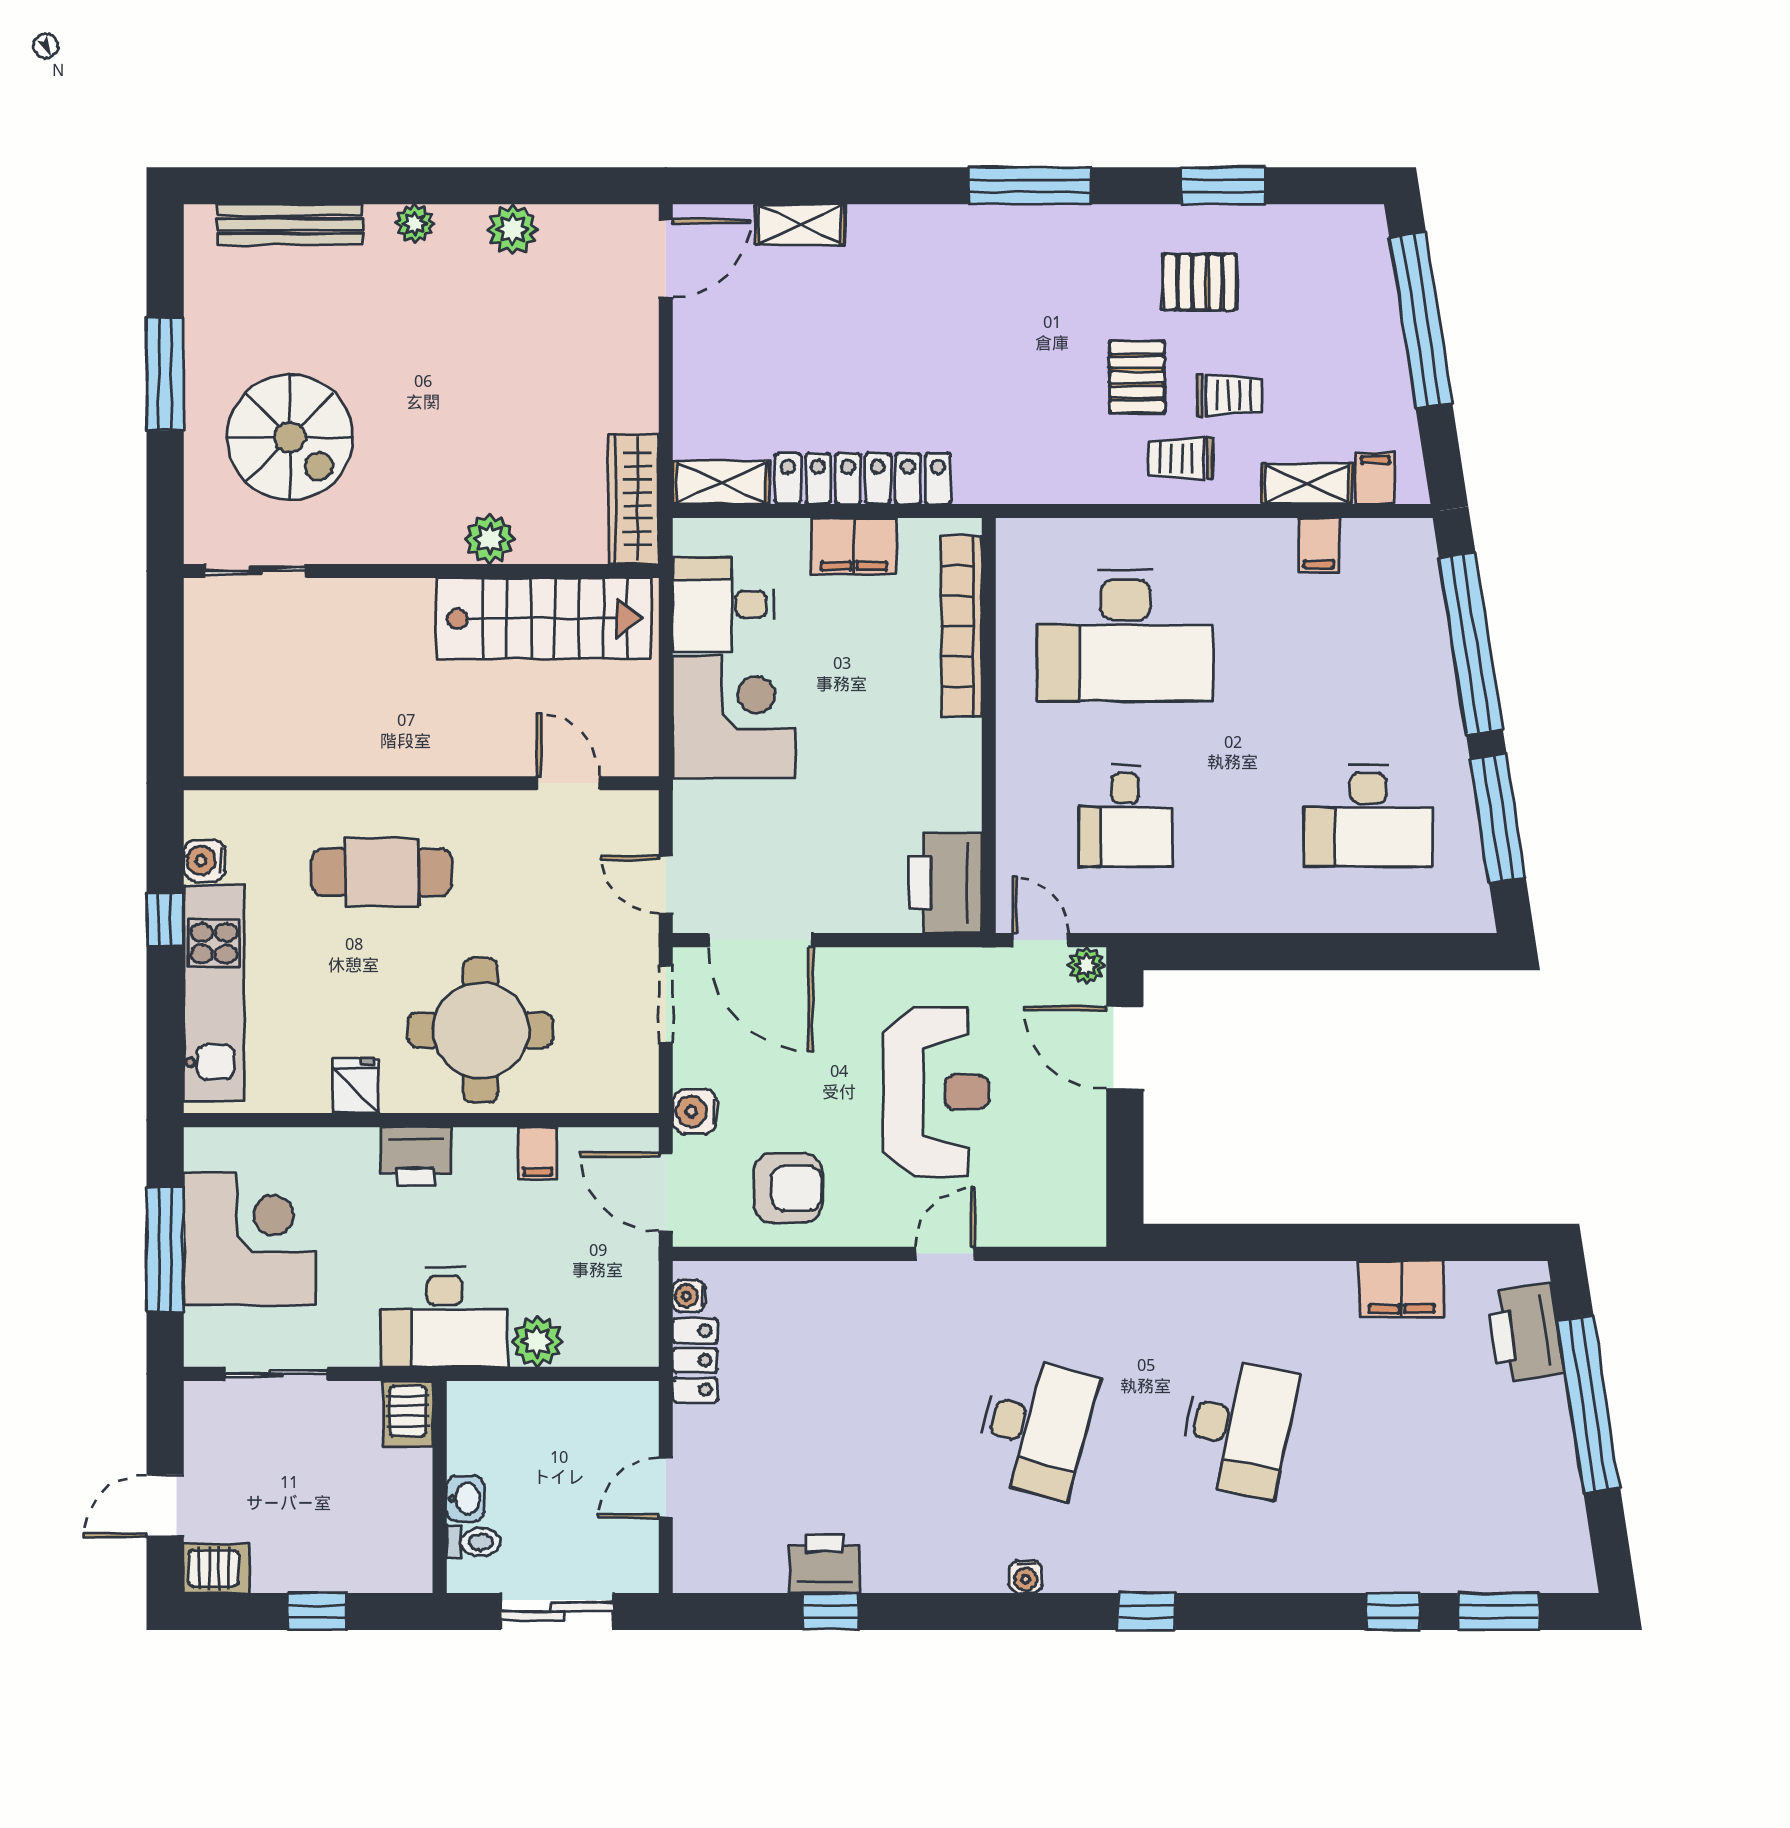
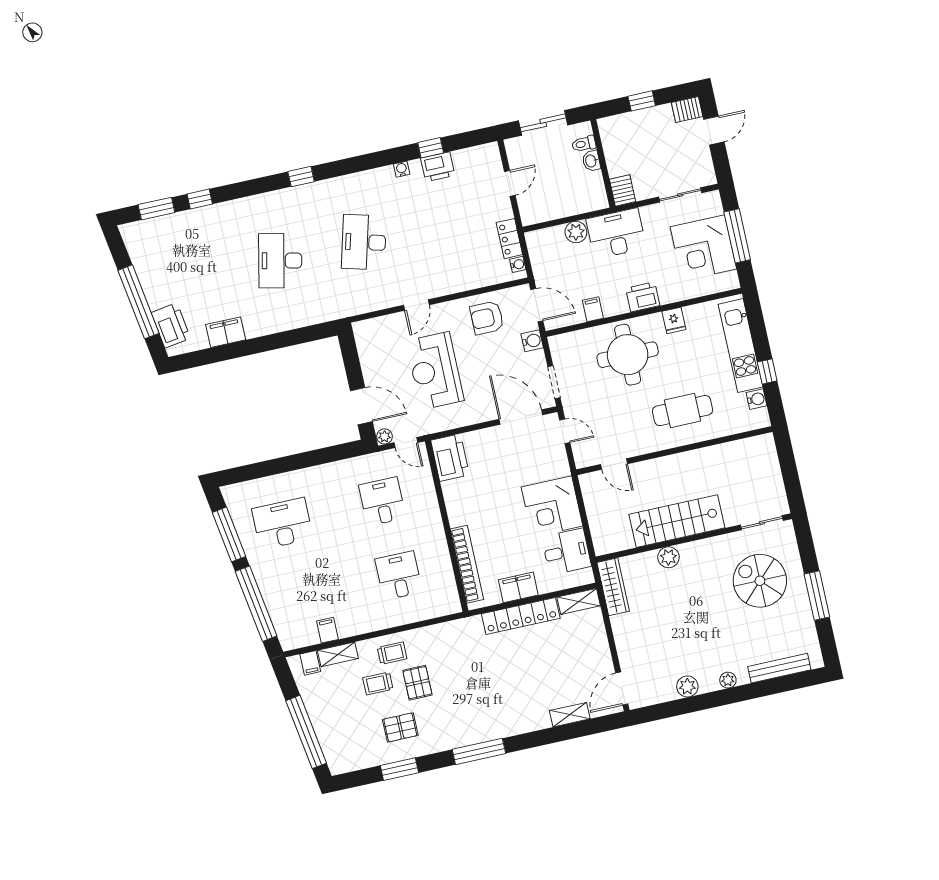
stairs: (544, 619) -> (677, 521), moved
desk: (1125, 635) -> (399, 575), width x0.53, depth x0.77
water cooler: (1026, 1577) -> (402, 169), moved

